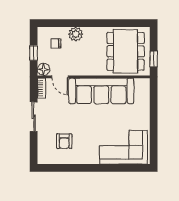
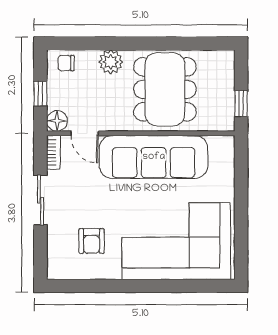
chair: (56, 43) -> (66, 63), moved
dining table: (126, 51) -> (165, 89), moved
corner sofa: (123, 147) -> (176, 241), width x1.36, depth x1.36

